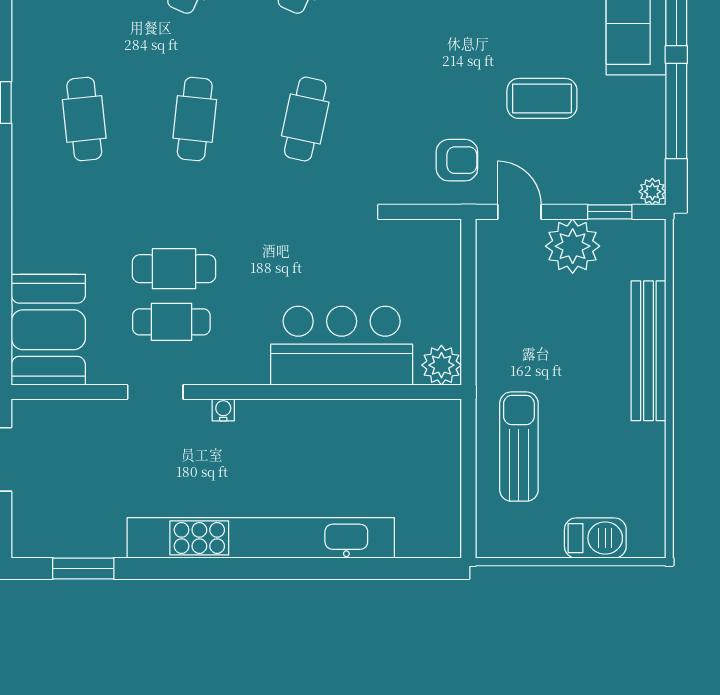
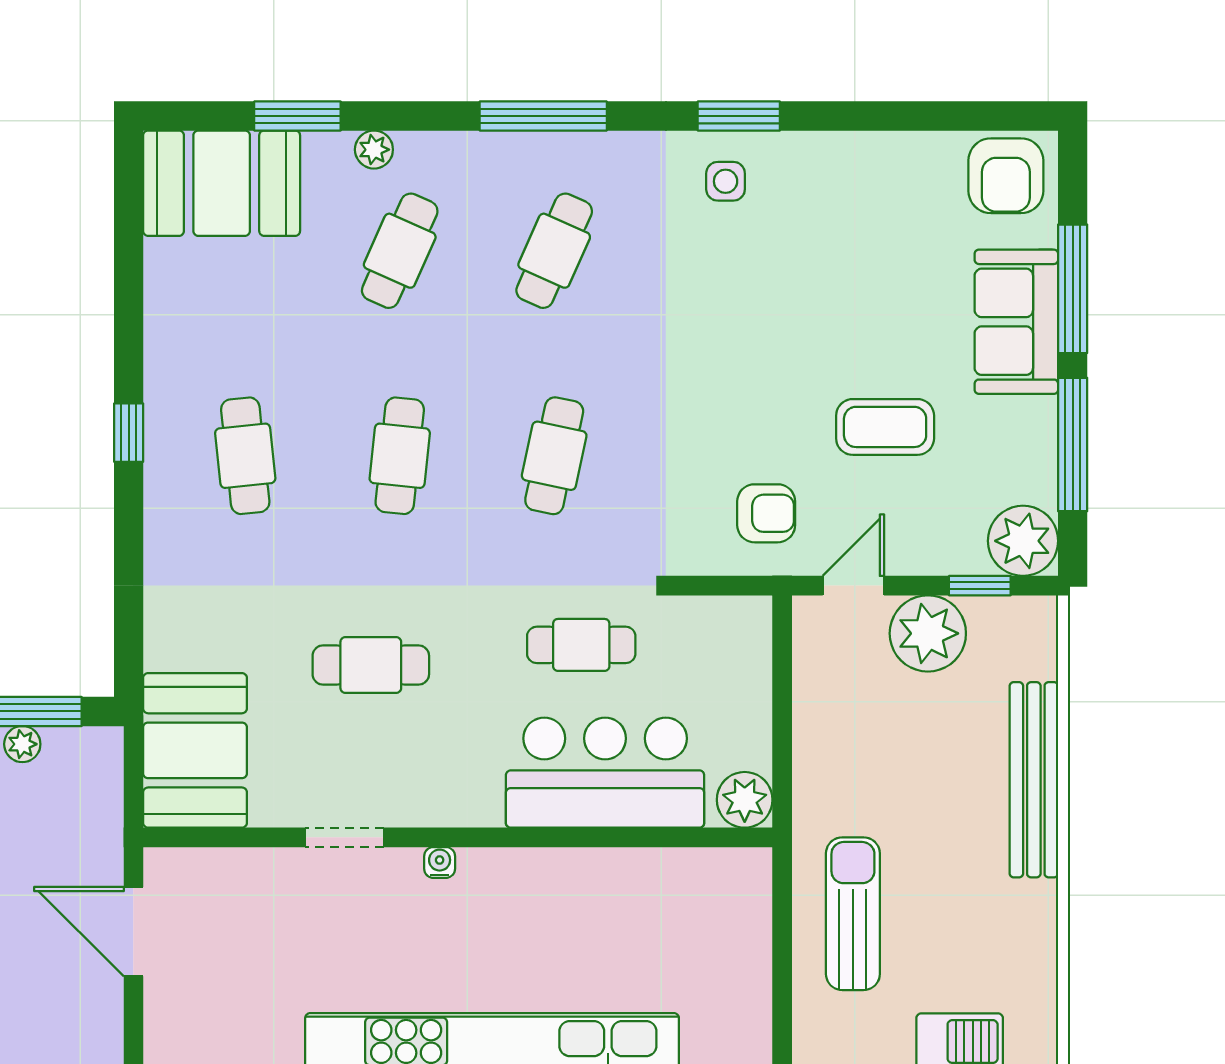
plant: (652, 192) -> (1023, 541), width x1.87, depth x1.87
door: (519, 212) -> (853, 586), hinge flipped
cafe table: (171, 322) -> (581, 645), moved

